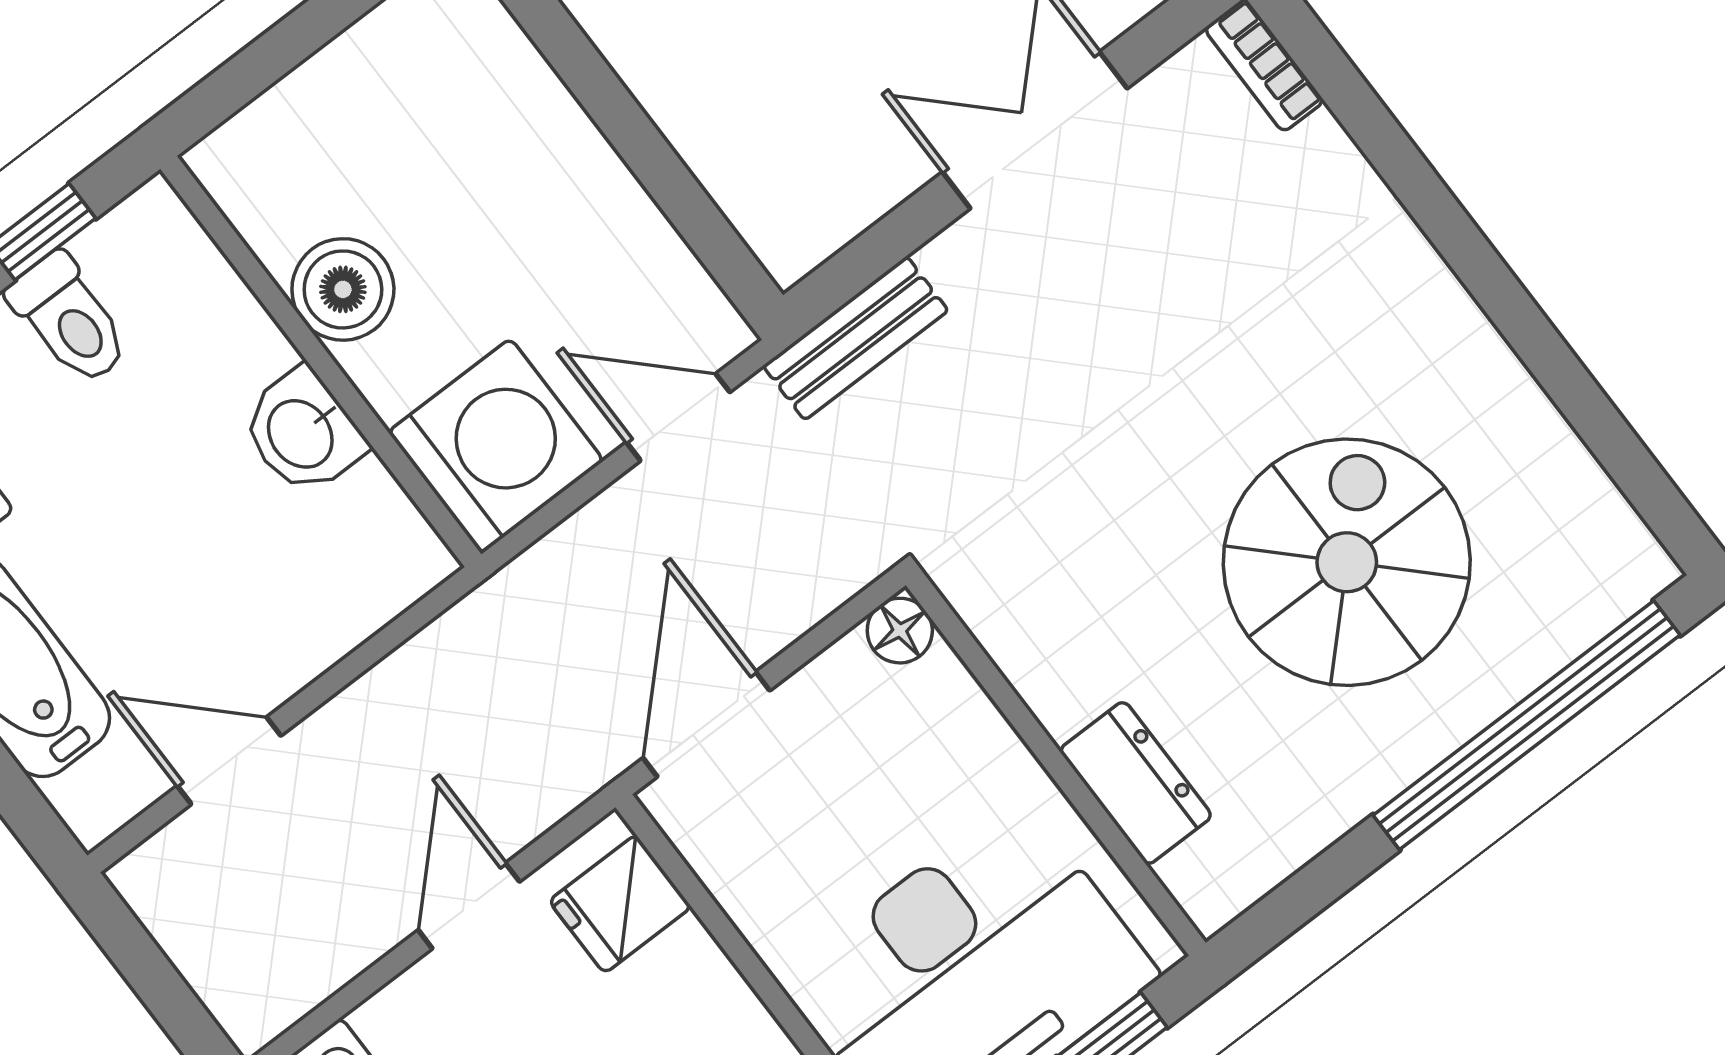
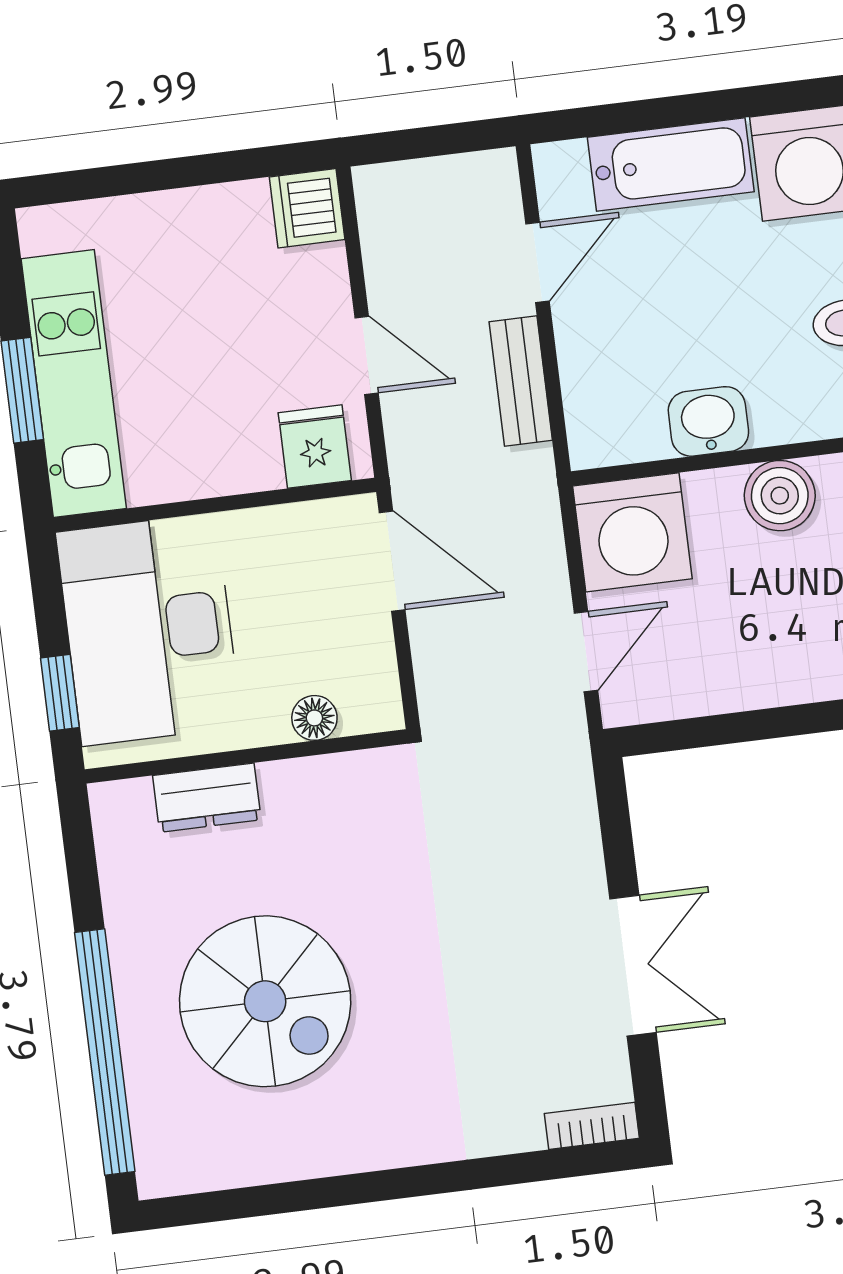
bench: (856, 338) -> (521, 381), moved
floor lamp: (900, 631) -> (314, 718), moved

